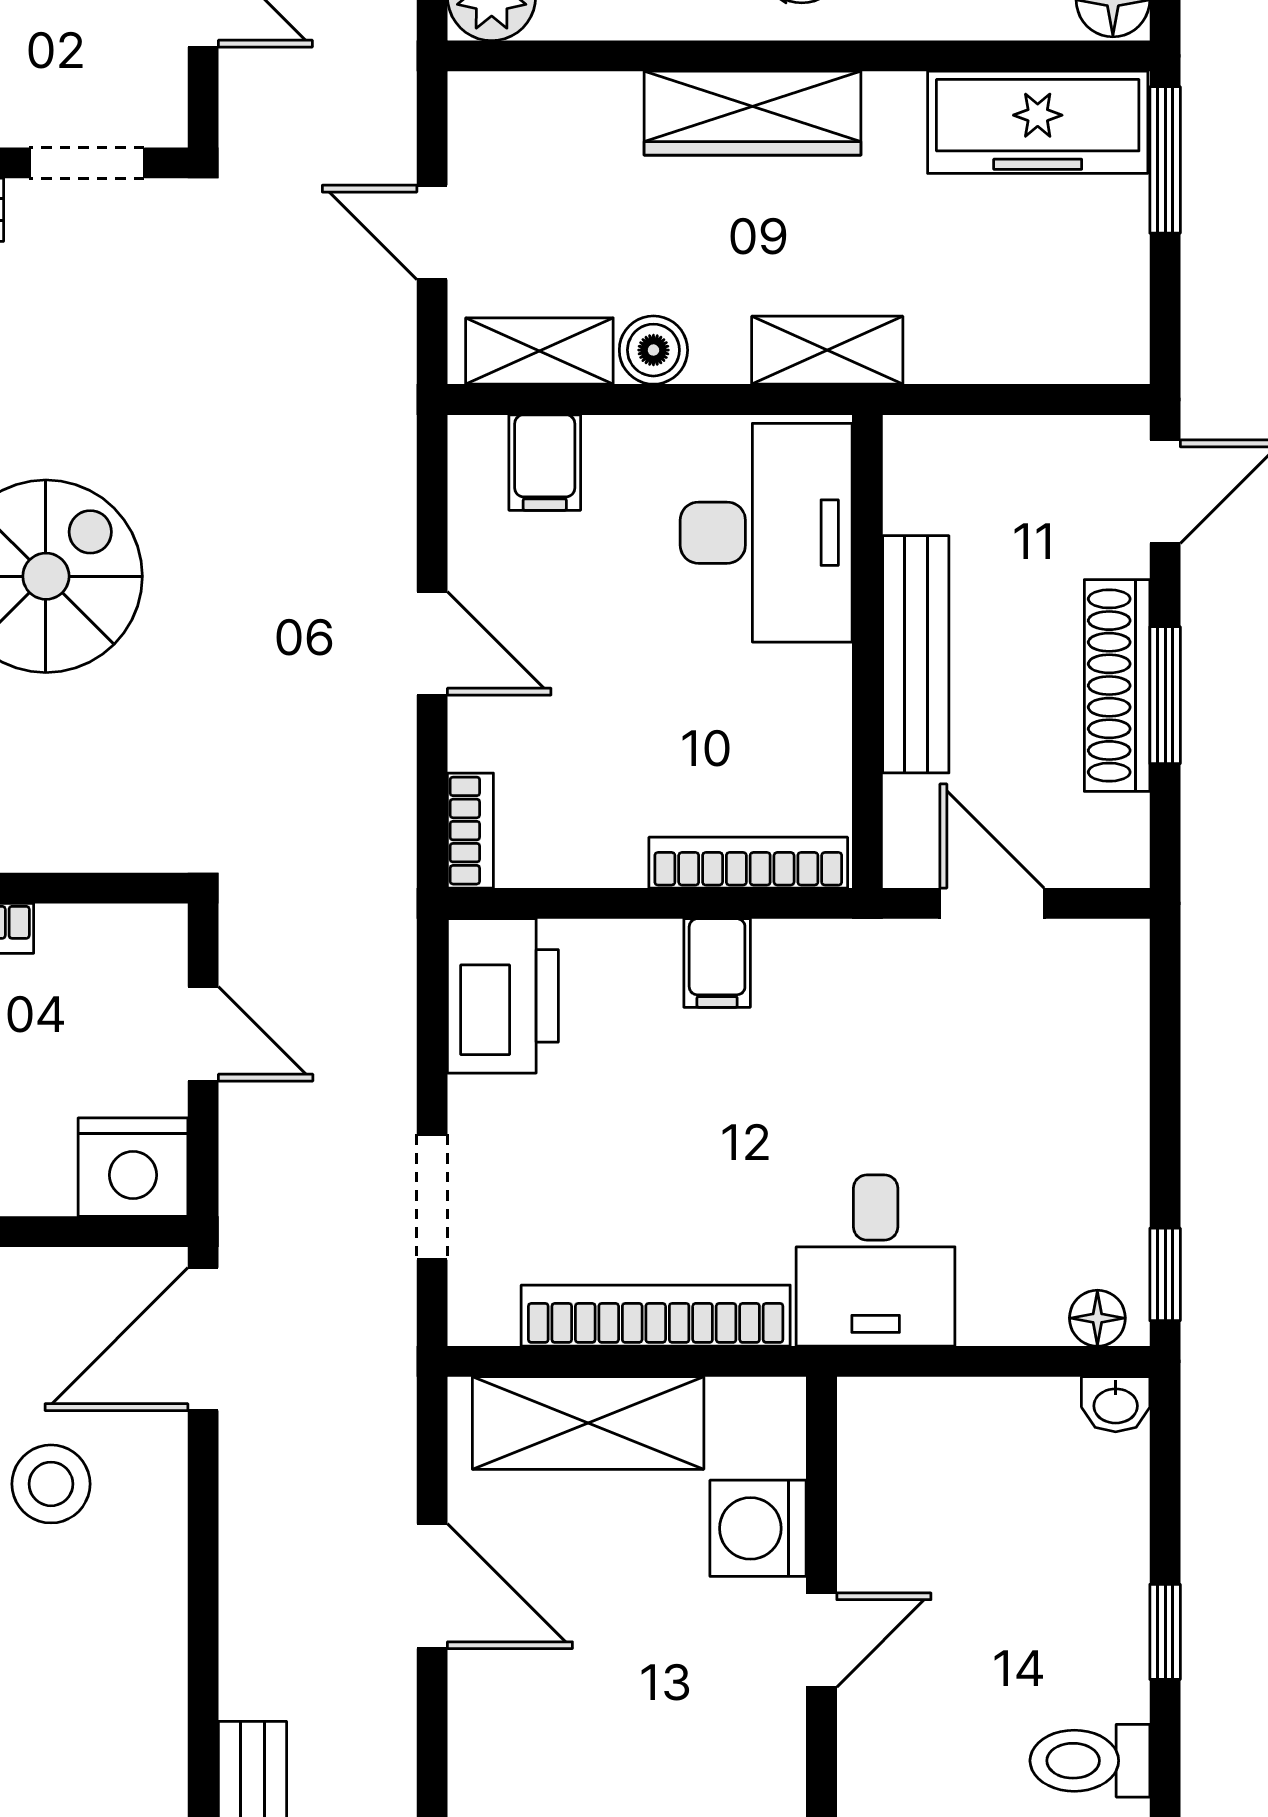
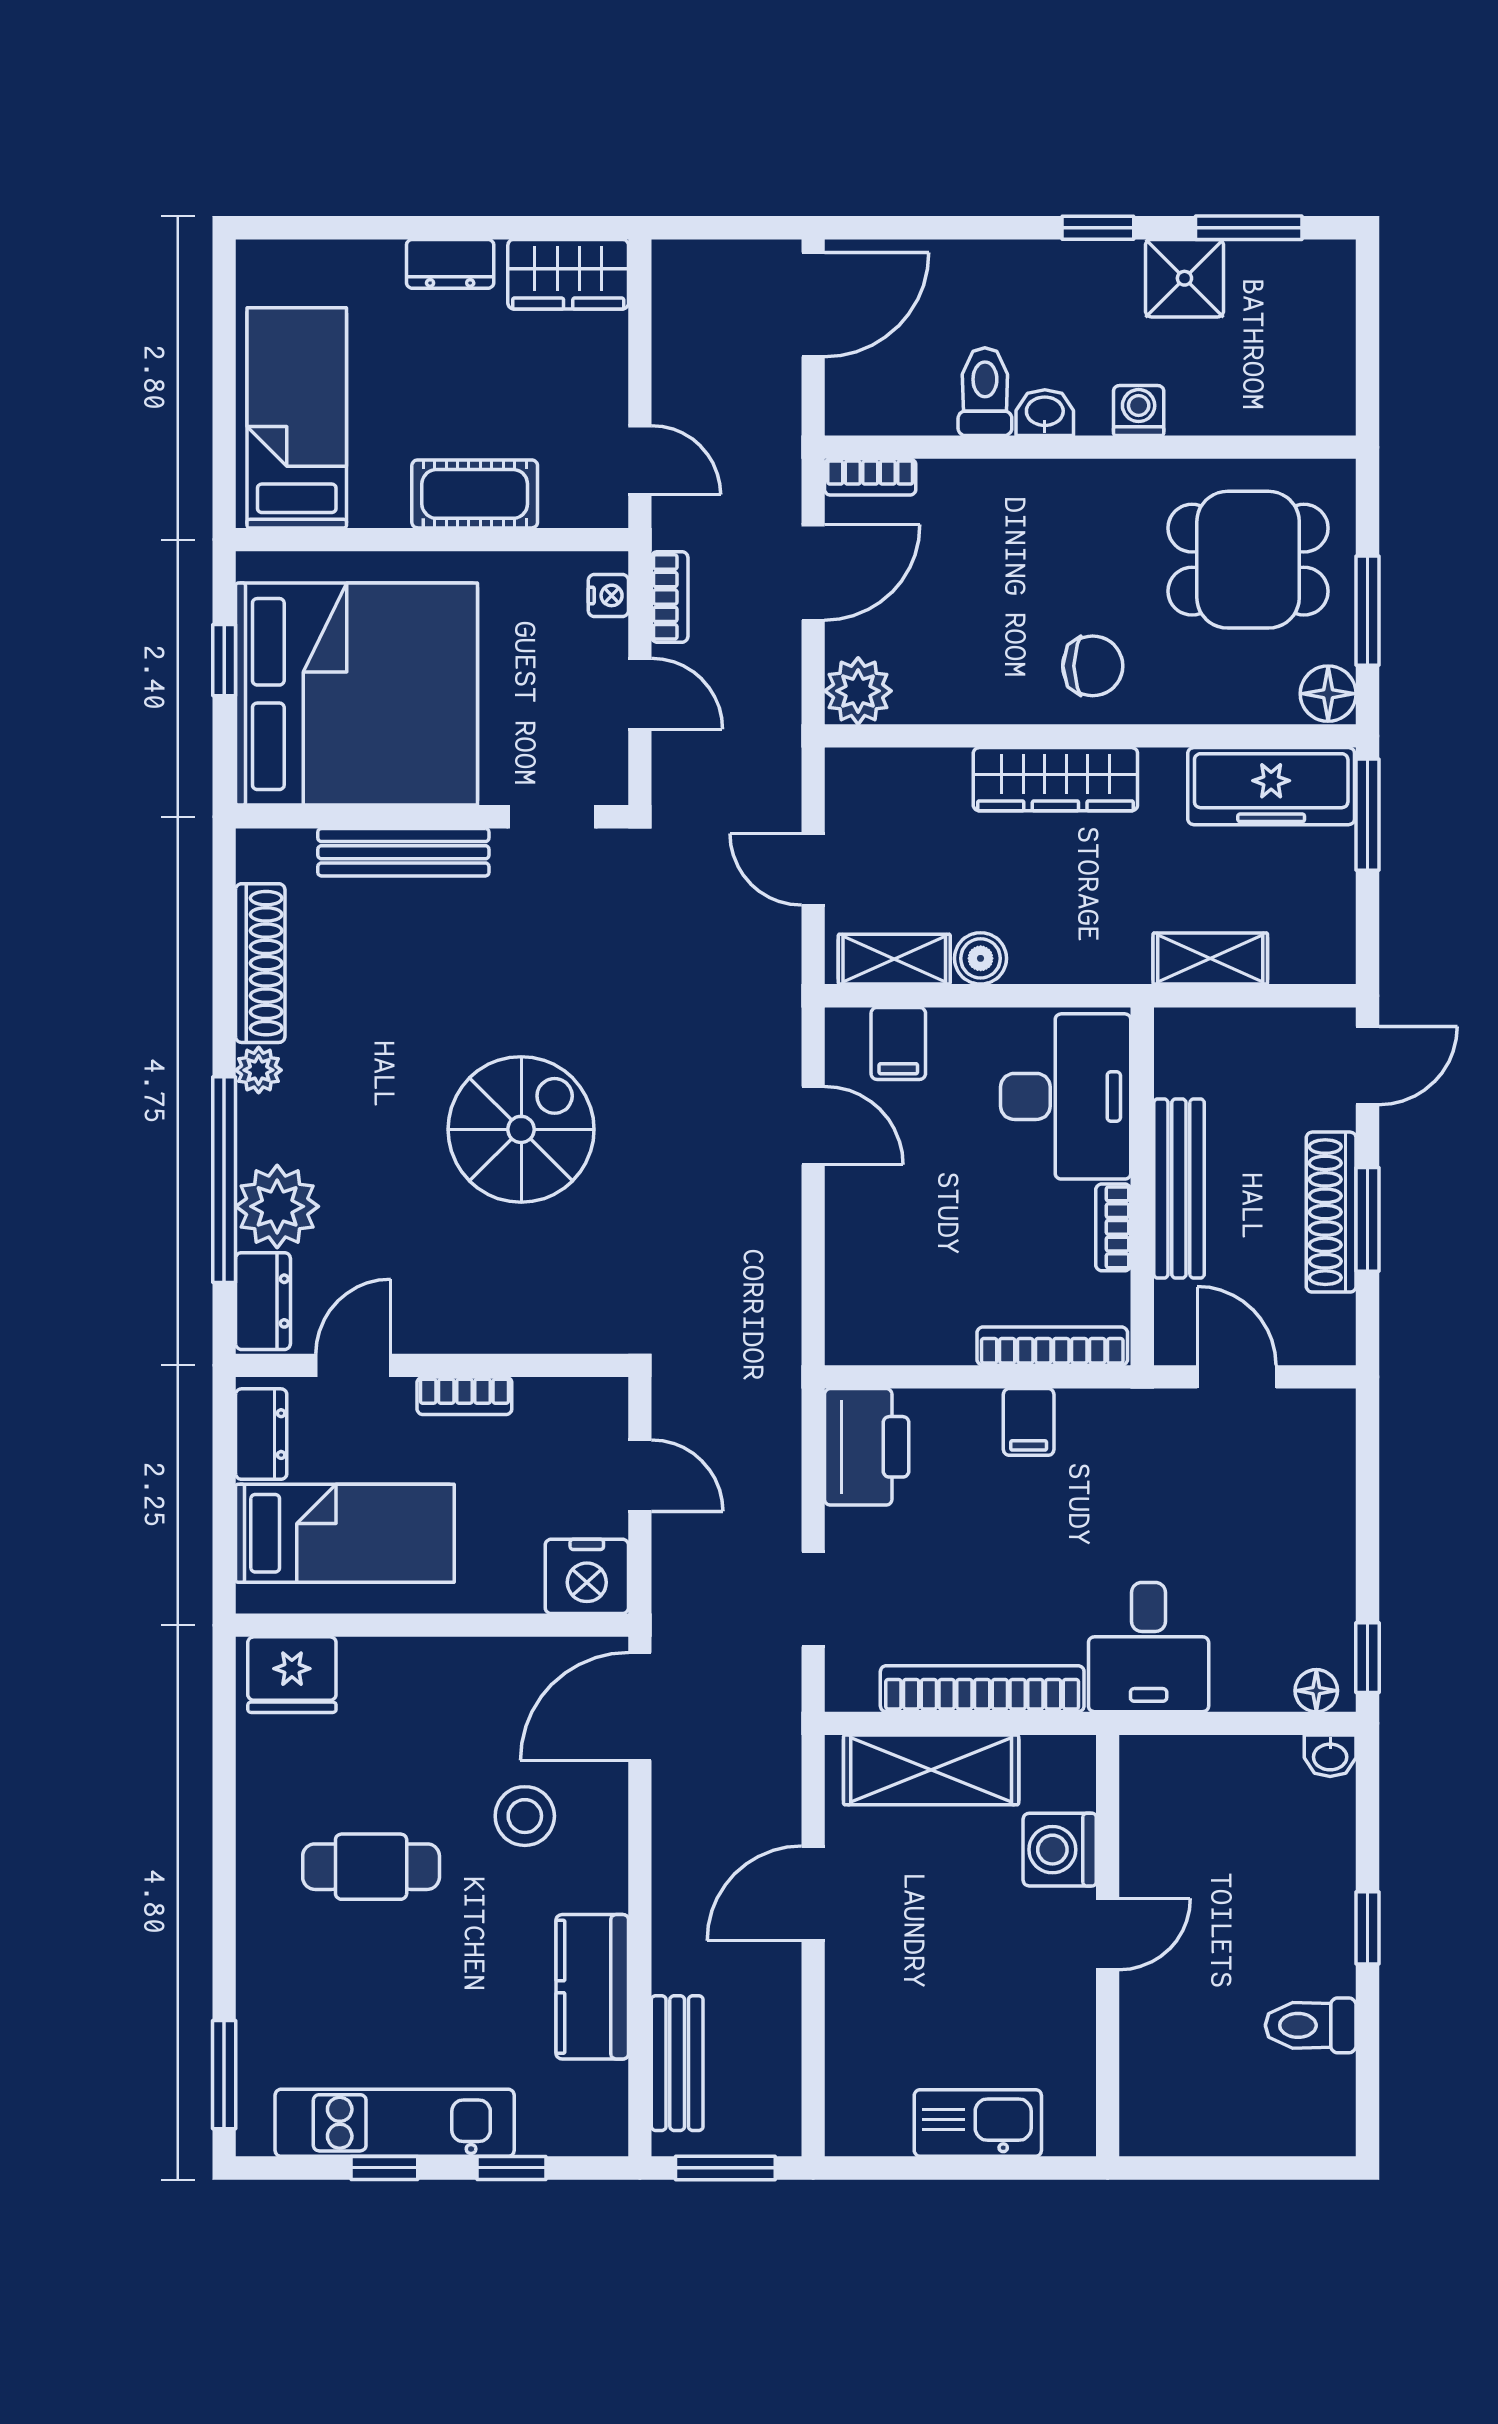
shelving: (827, 350) -> (1210, 958), moved
door: (432, 643) -> (813, 1126), moved
bookcase: (470, 831) -> (1113, 1227), moved, turned 180
door: (432, 1586) -> (813, 1893), swing flipped
kitchen counter: (140, 1710) -> (592, 1987), added

